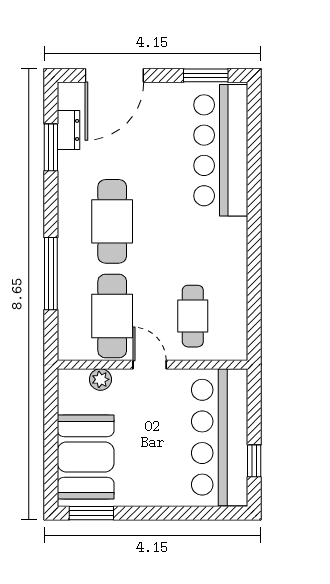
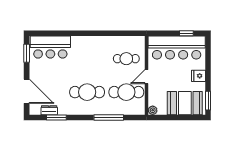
bar counter: (221, 150) -> (50, 47), width x0.73
plant: (100, 379) -> (153, 110), moved
fridge: (151, 490) -> (199, 76), added

